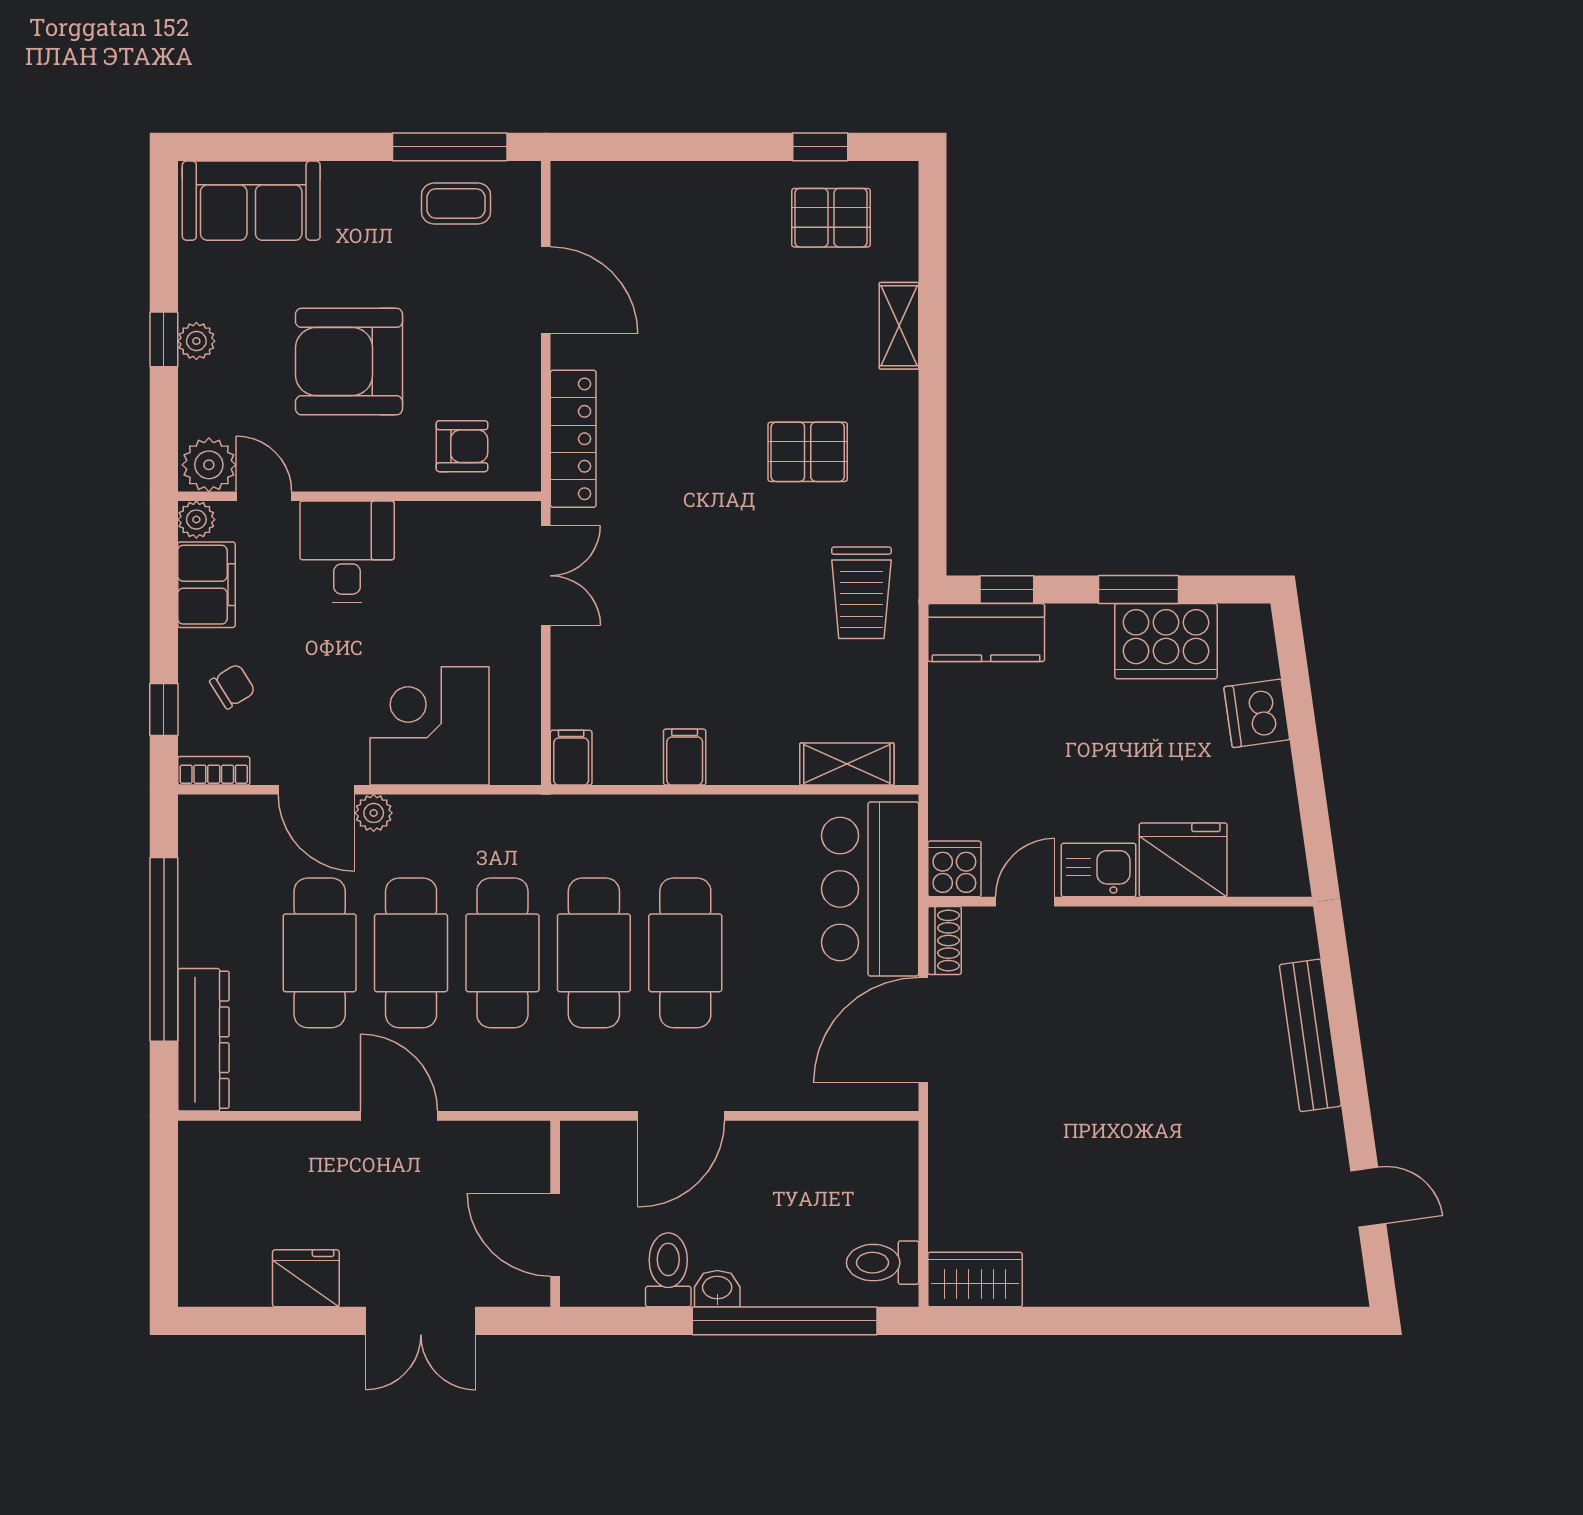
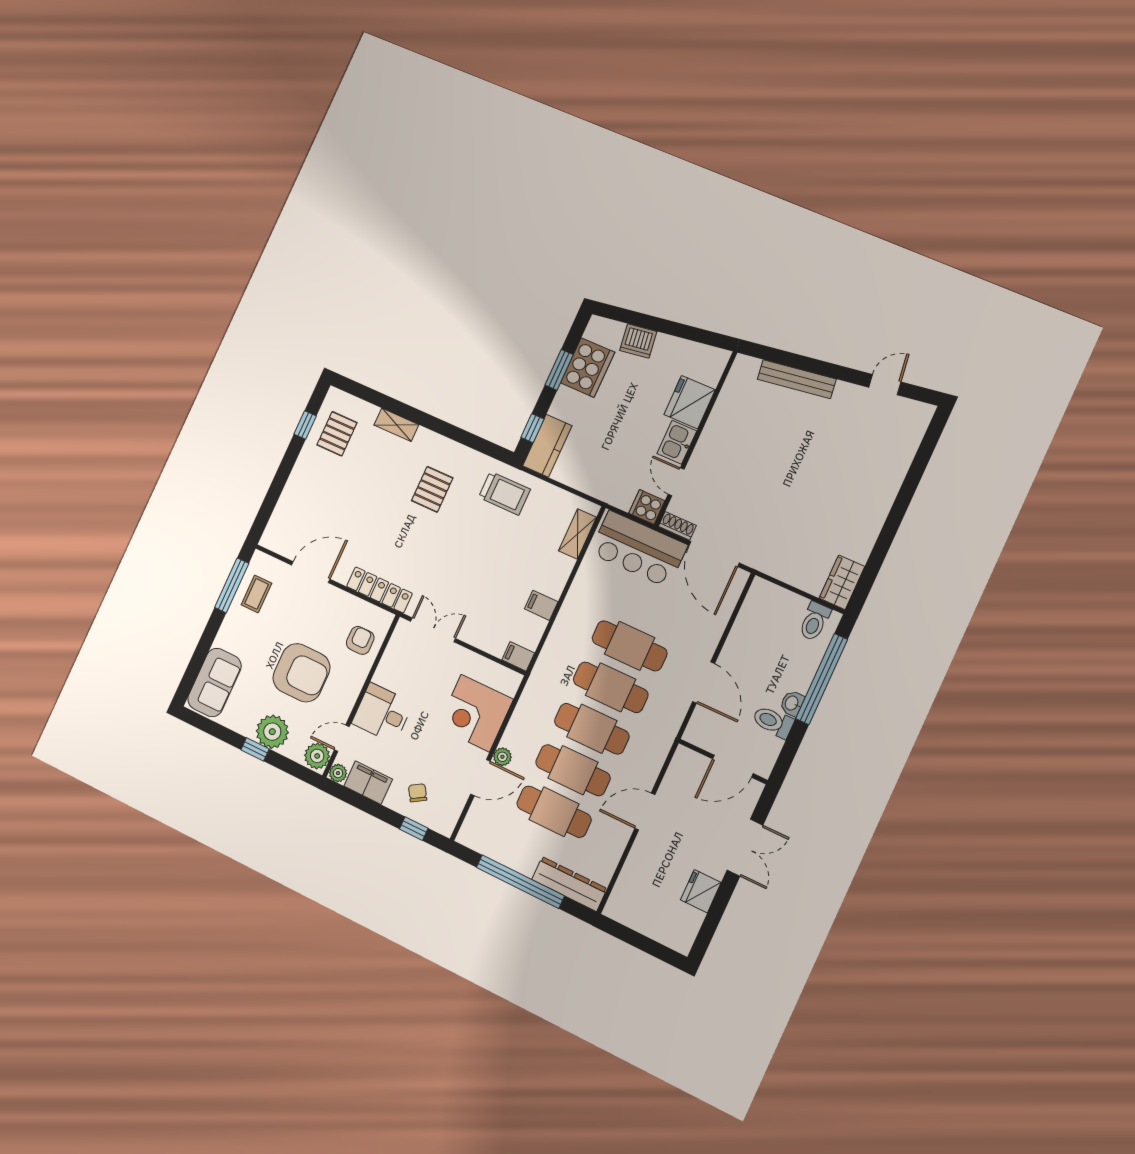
plant: (196, 341) -> (272, 732), width x1.88, depth x1.88
armchair: (349, 362) -> (301, 673), turned -90
bookcase: (214, 771) -> (451, 820), removed

